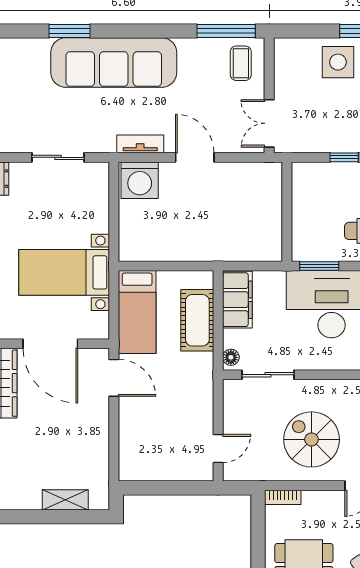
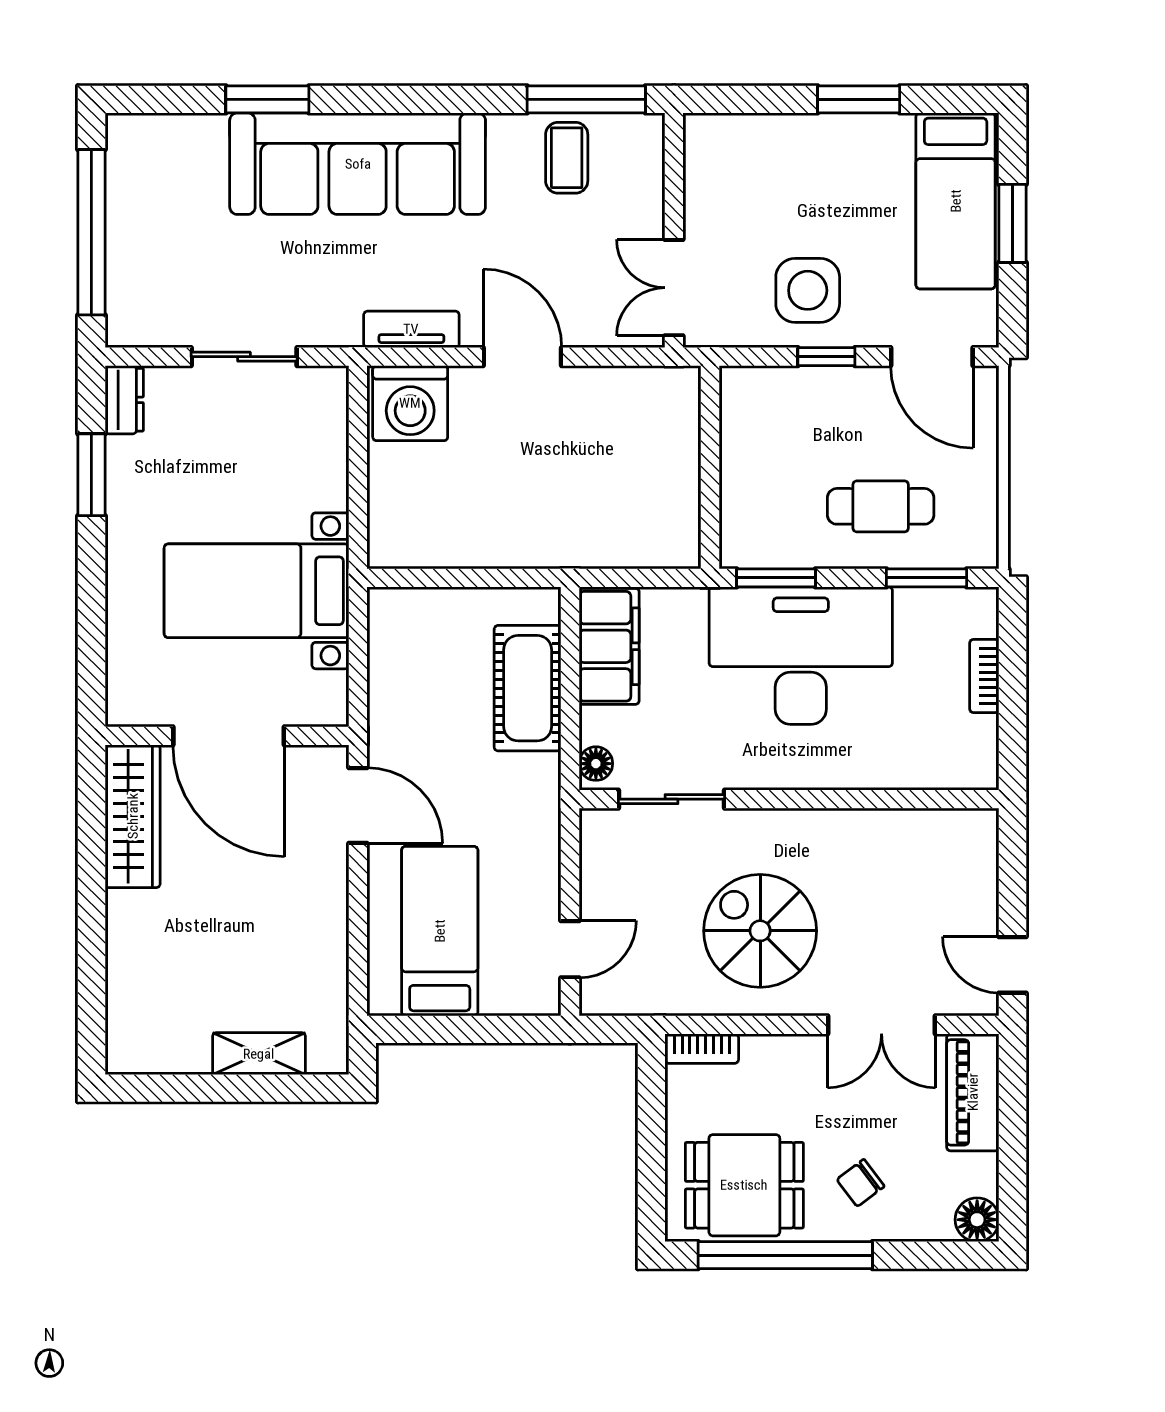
side table: (338, 62) -> (808, 290), moved
coffee table: (241, 63) -> (567, 158), moved
bed: (137, 312) -> (440, 931), moved, turned 180

